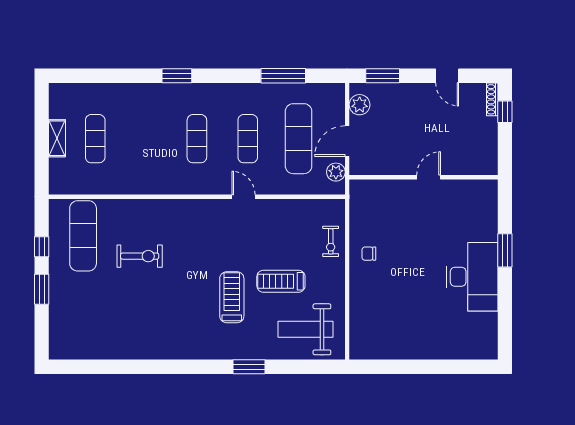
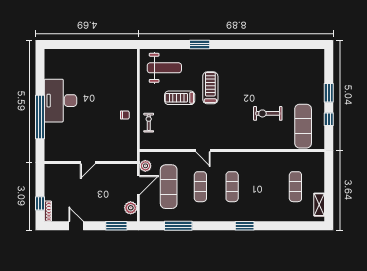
shelving: (57, 138) -> (319, 205), moved
window: (505, 250) -> (40, 117), width x2.11
treadmill: (281, 281) -> (180, 98), turned 180
treadmill: (232, 297) -> (210, 88), turned 180

